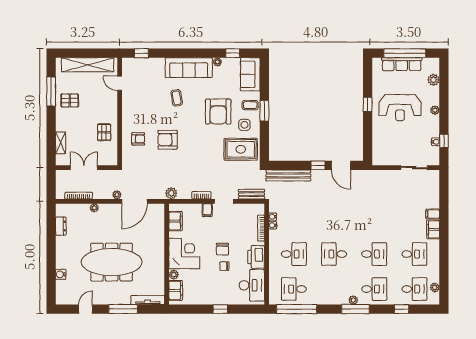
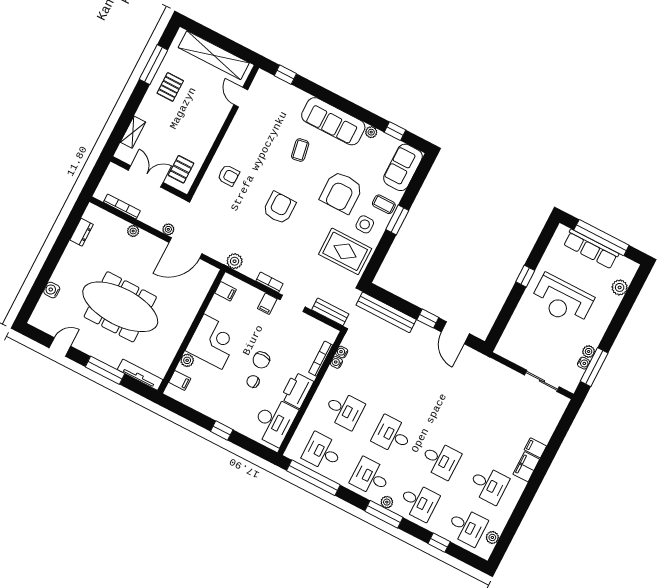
pallet: (70, 100) -> (170, 87), turned 90
plant: (435, 110) -> (589, 352), moved
pallet: (104, 132) -> (181, 169), moved
armchair: (168, 140) -> (279, 208), moved, turned 90
window: (444, 141) -> (594, 367), width x2.17
filing cabinet: (176, 221) -> (225, 291), width x0.50
desk: (334, 289) -> (371, 477), added
filing cabinet: (176, 290) -> (180, 380), width x0.50

